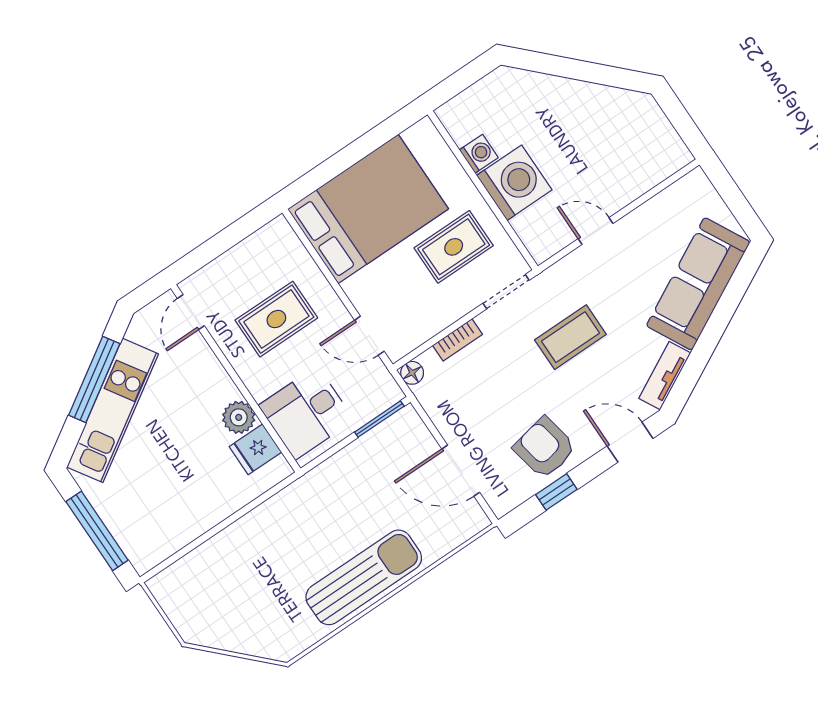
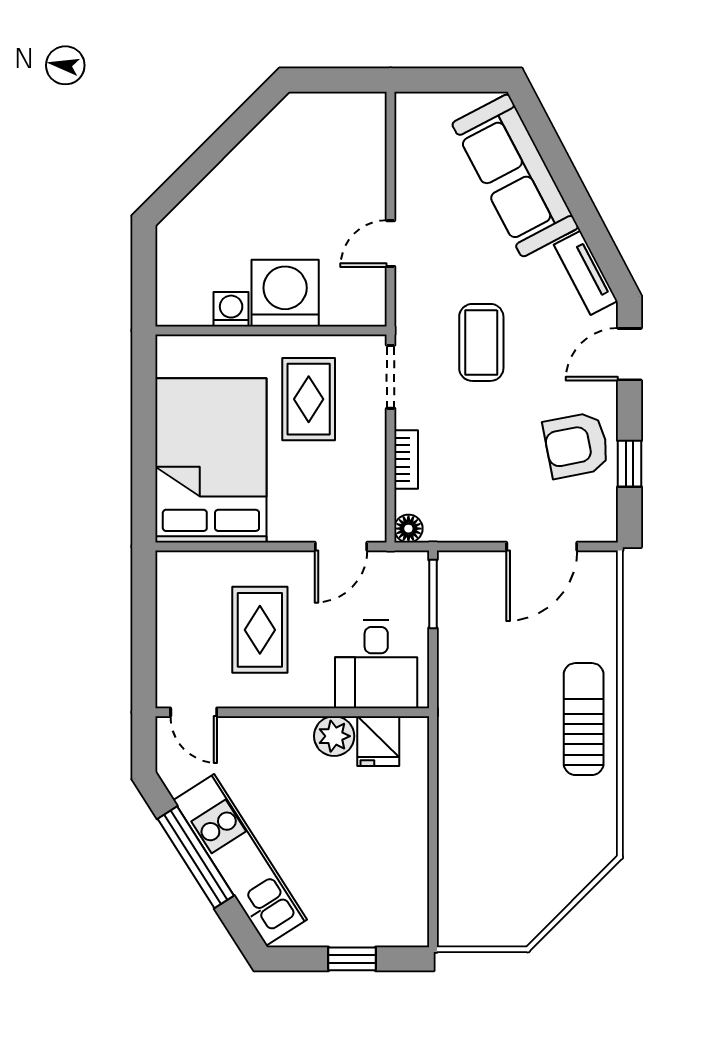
window: (97, 531) -> (352, 959), width x0.46
sun lounger: (364, 577) -> (584, 719), width x0.73, depth x0.75

